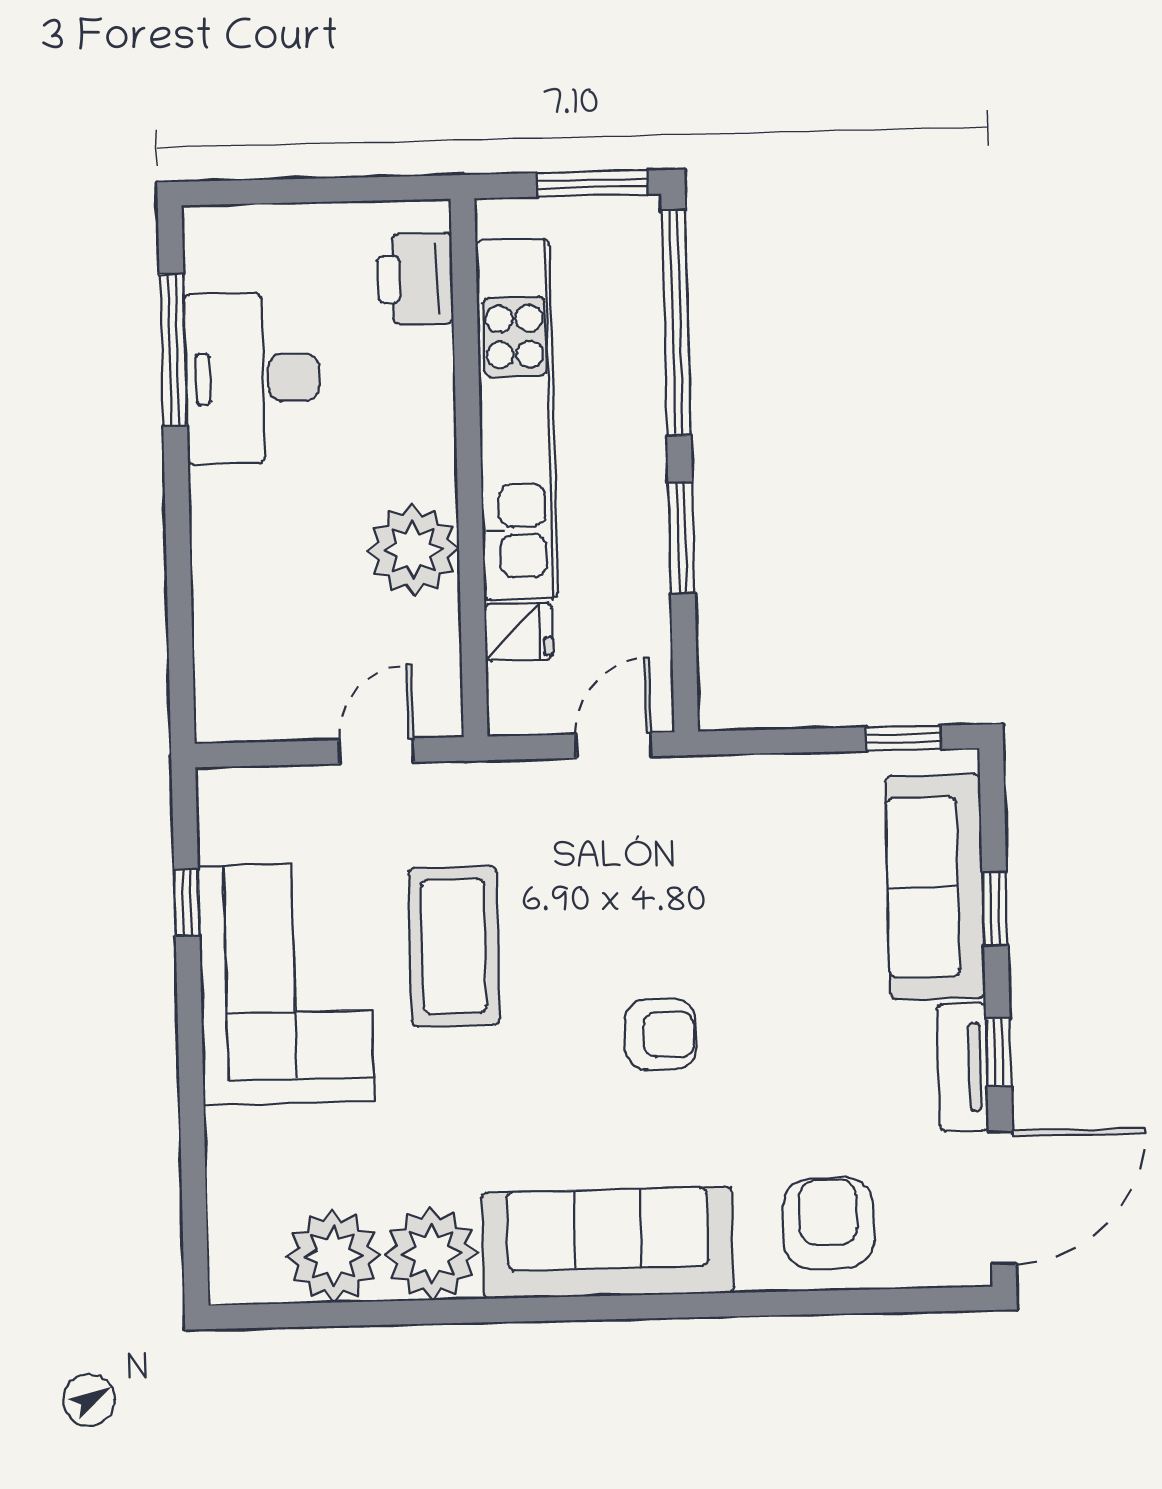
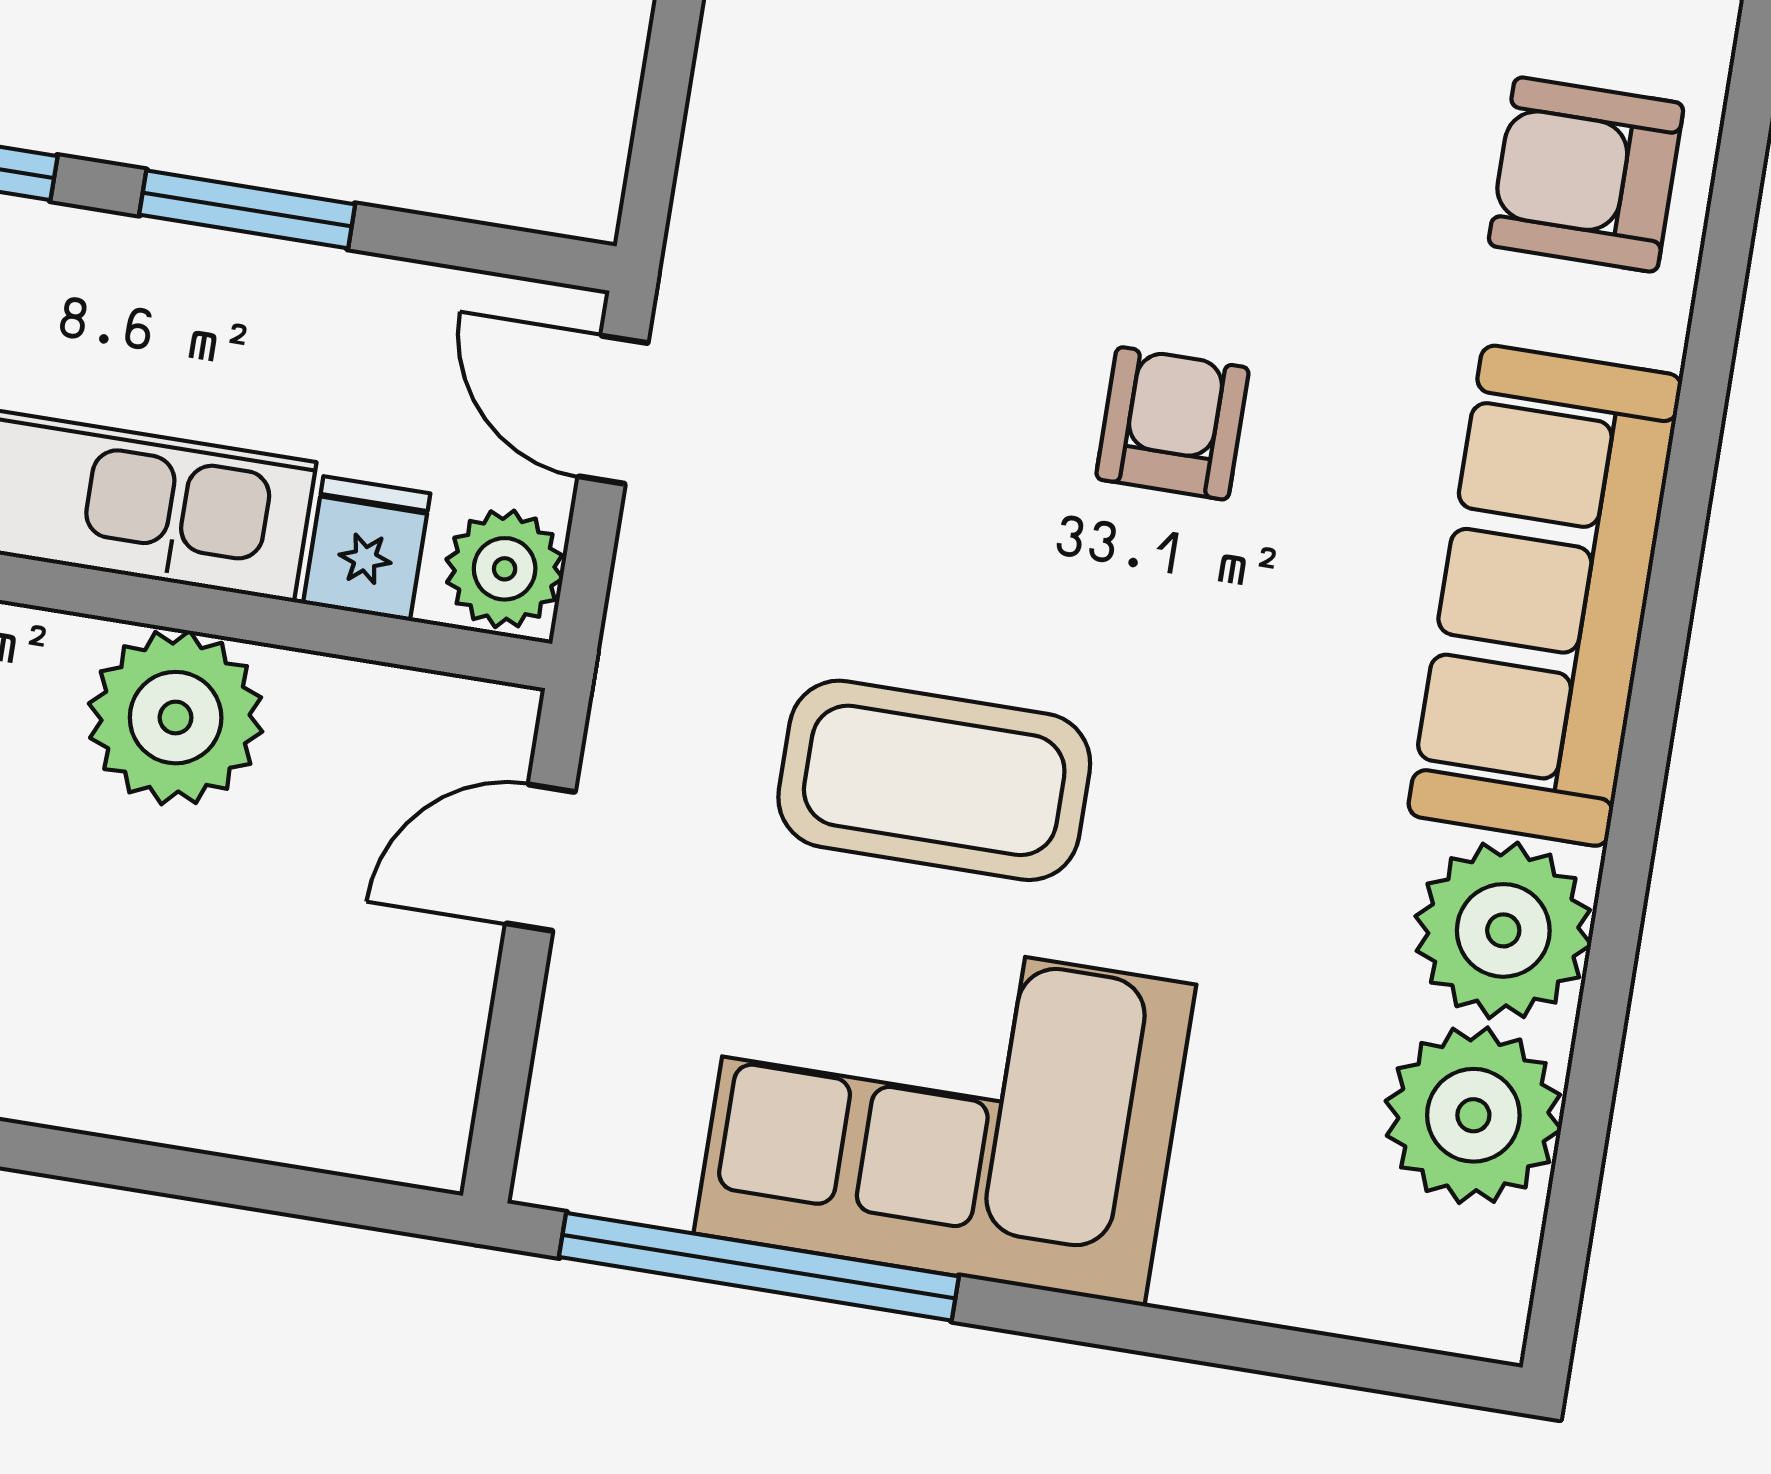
plant: (521, 705) -> (505, 569), added
door: (376, 751) -> (540, 858), hinge flipped
window: (187, 903) -> (759, 1267), width x3.17

